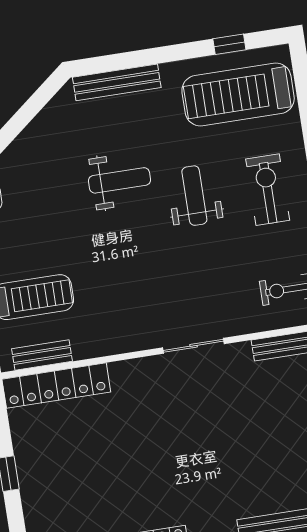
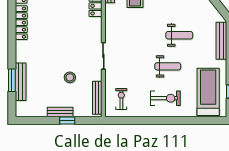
weight bench: (120, 180) -> (179, 35), turned -90
stool: (254, 414) -> (70, 77), added

